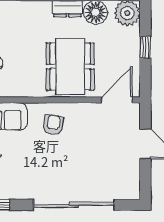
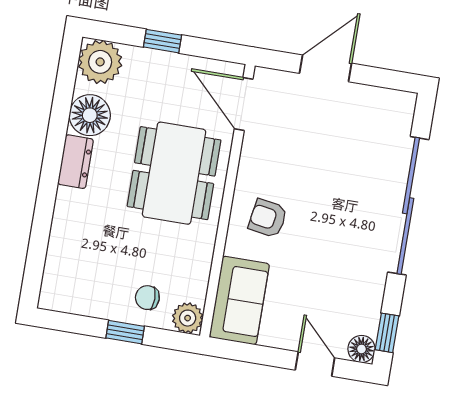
dining table: (70, 67) -> (174, 173), turned 90

